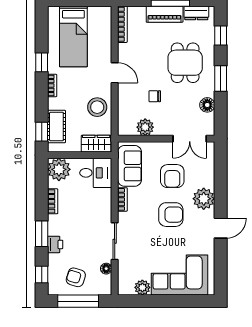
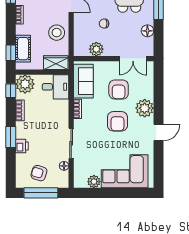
armchair: (171, 215) -> (117, 121), turned 90
window: (42, 274) -> (11, 91), moved

